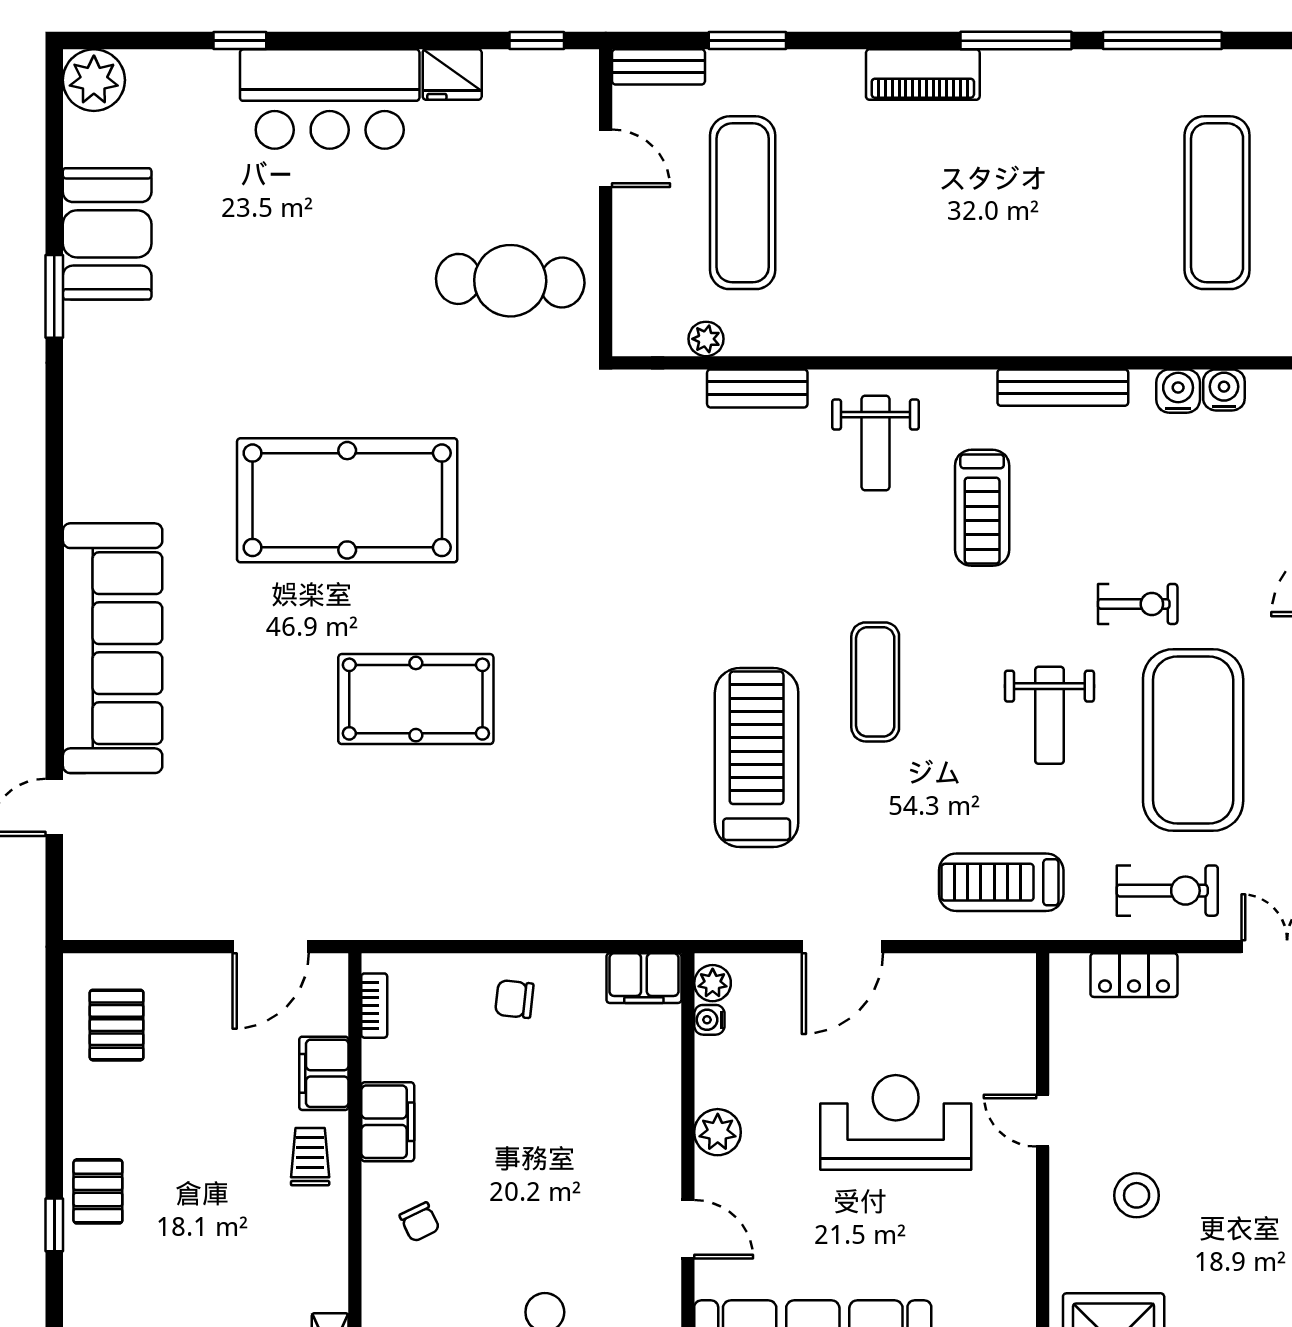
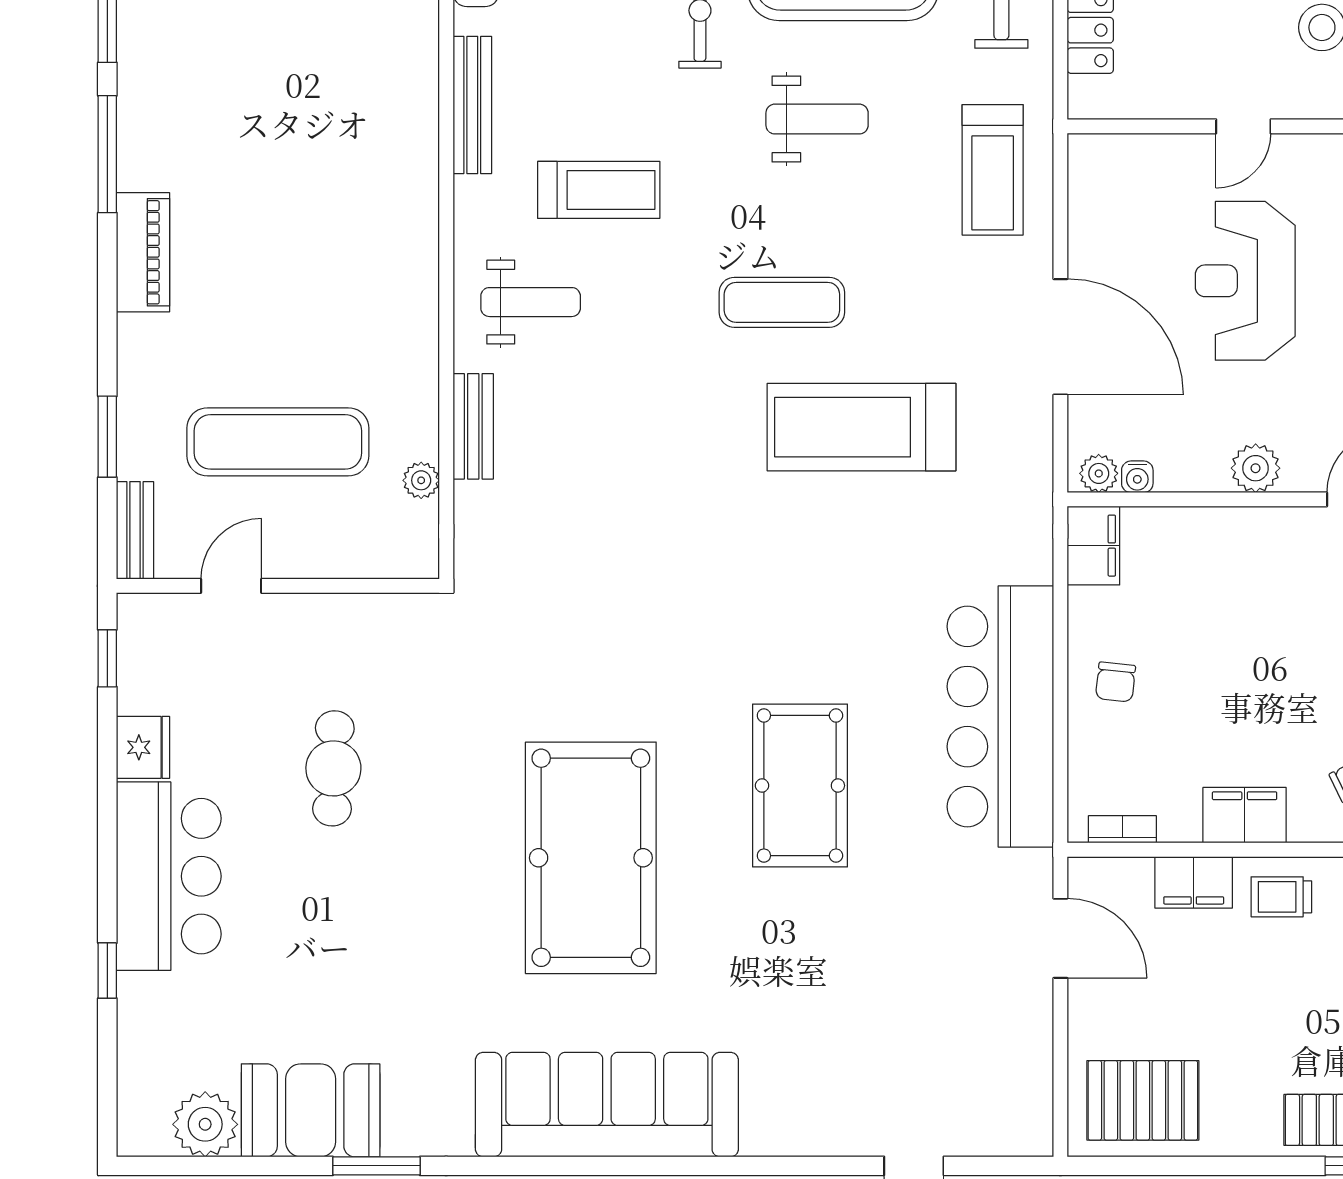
plant: (94, 80) -> (205, 1124), moved
cafe table: (510, 281) -> (333, 768), moved, width x0.73, depth x0.74
sofa: (113, 648) -> (607, 1105), moved
bar counter: (481, 890) -> (1000, 717), added
door: (842, 947) -> (1060, 337), width x1.36
pallet: (117, 1025) -> (1143, 1100), width x1.50, depth x1.42

